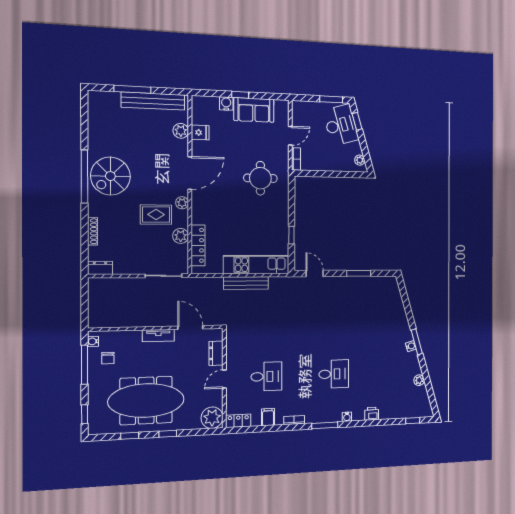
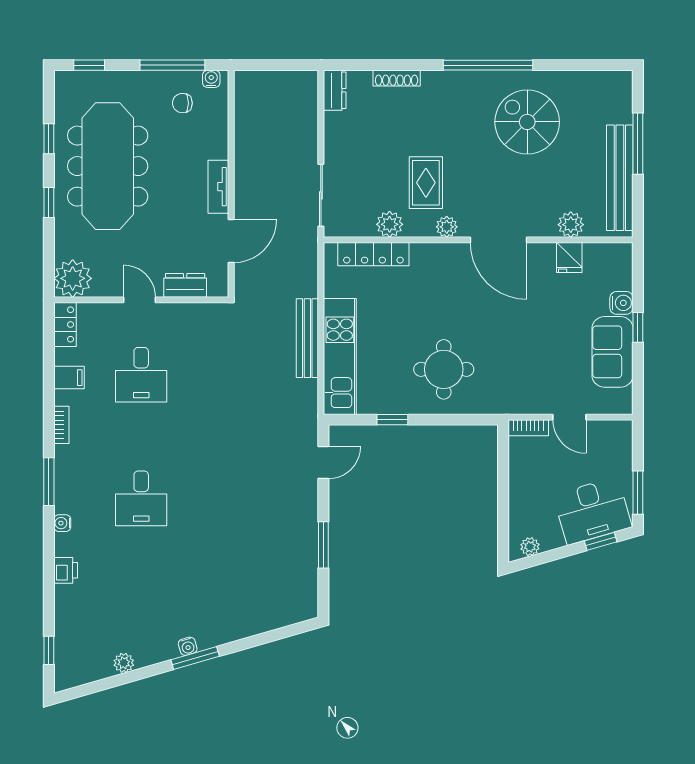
spiral stairs: (110, 176) -> (527, 122), moved
round table: (260, 178) -> (444, 369), moved

